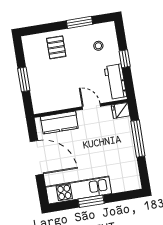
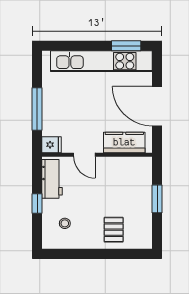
window: (80, 22) -> (82, 254), removed
kitchen unit: (79, 190) -> (101, 61), width x1.36
window: (91, 201) -> (126, 46), moved

